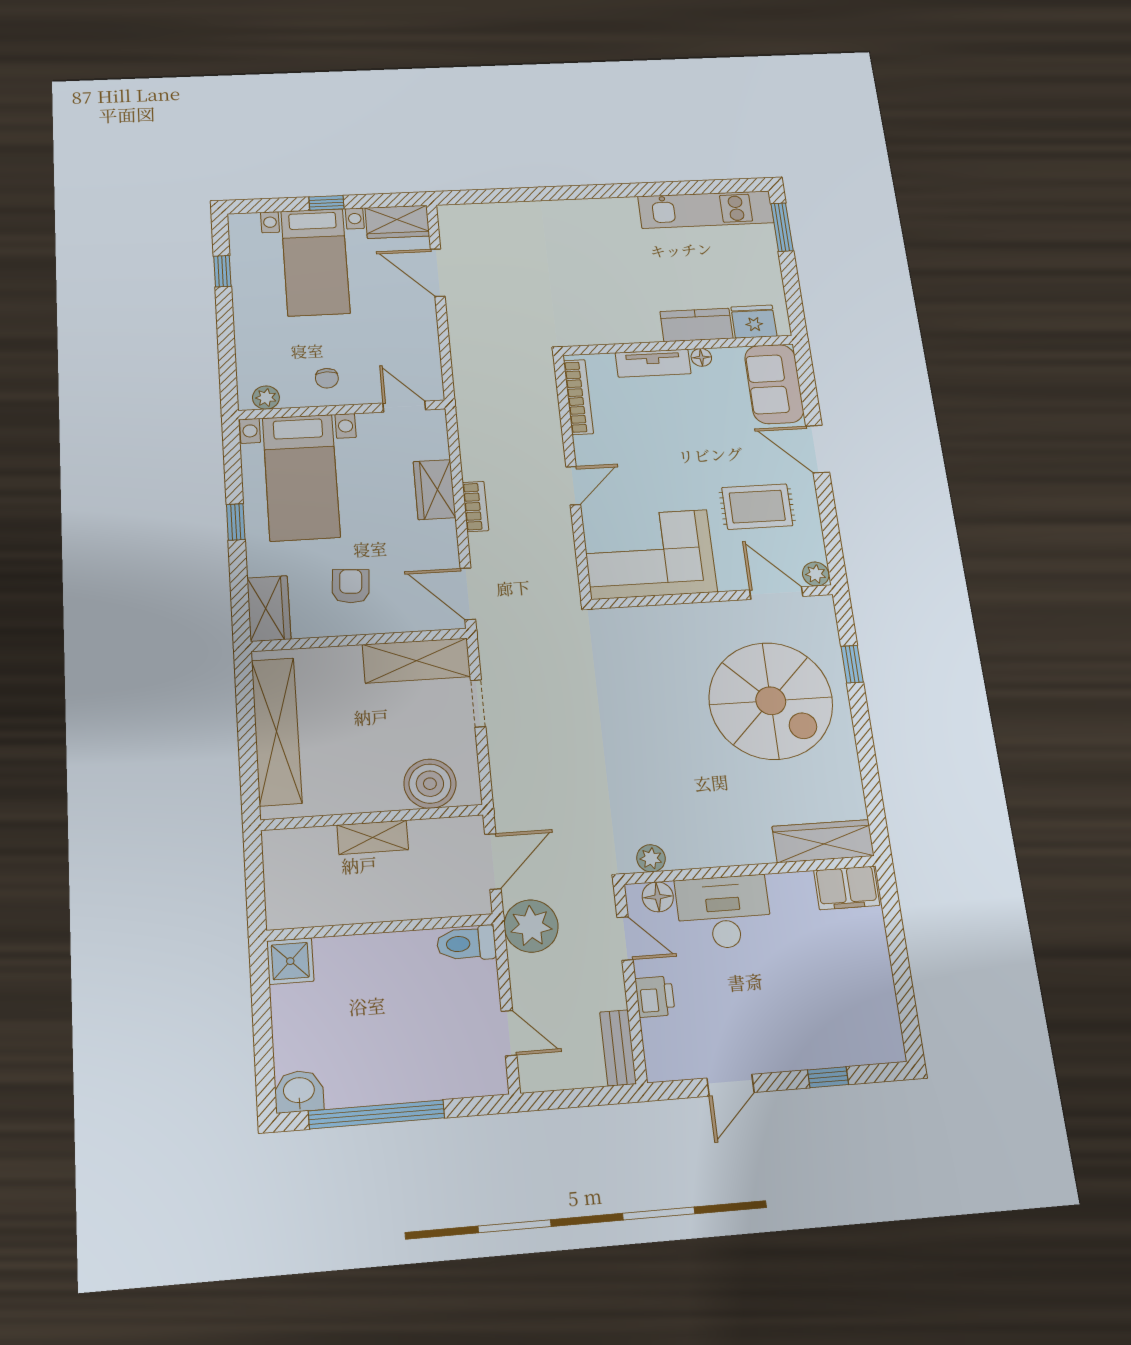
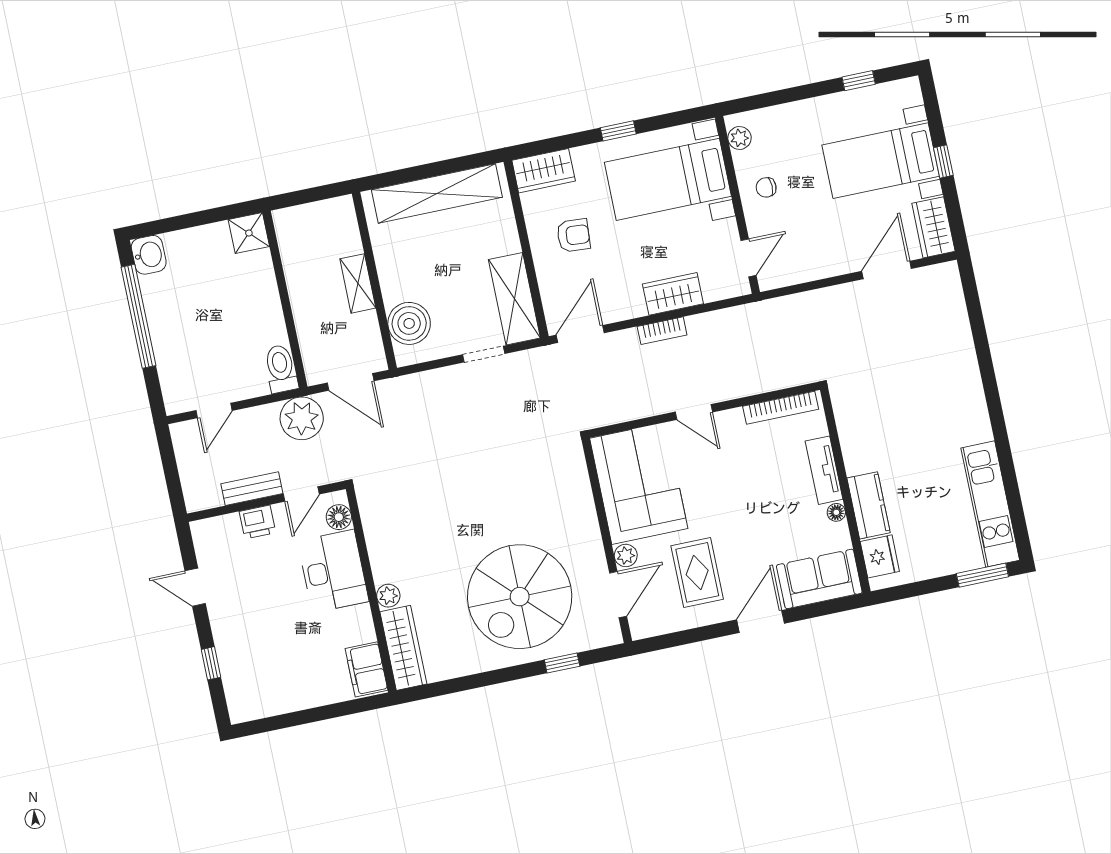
plant: (816, 574) -> (626, 555), moved
plant: (651, 858) -> (388, 596), moved
bench: (618, 1048) -> (252, 489), moved

